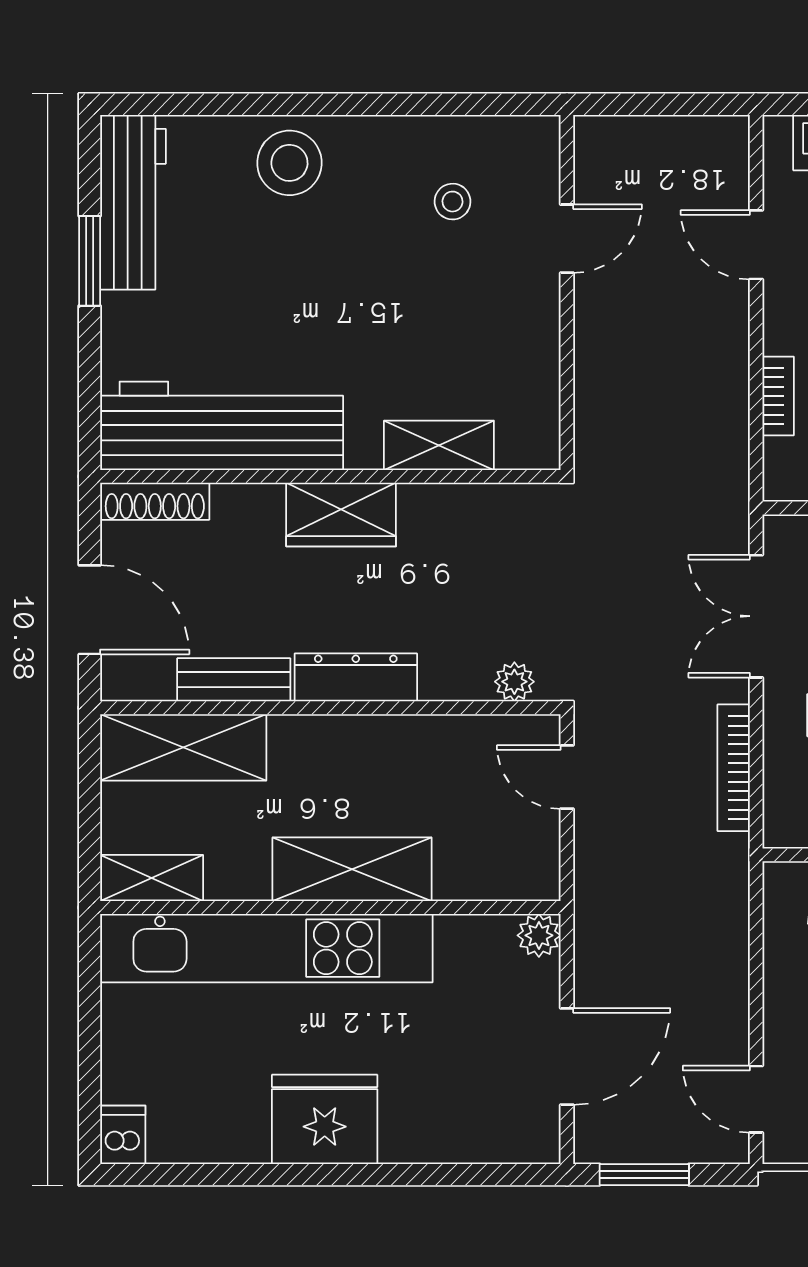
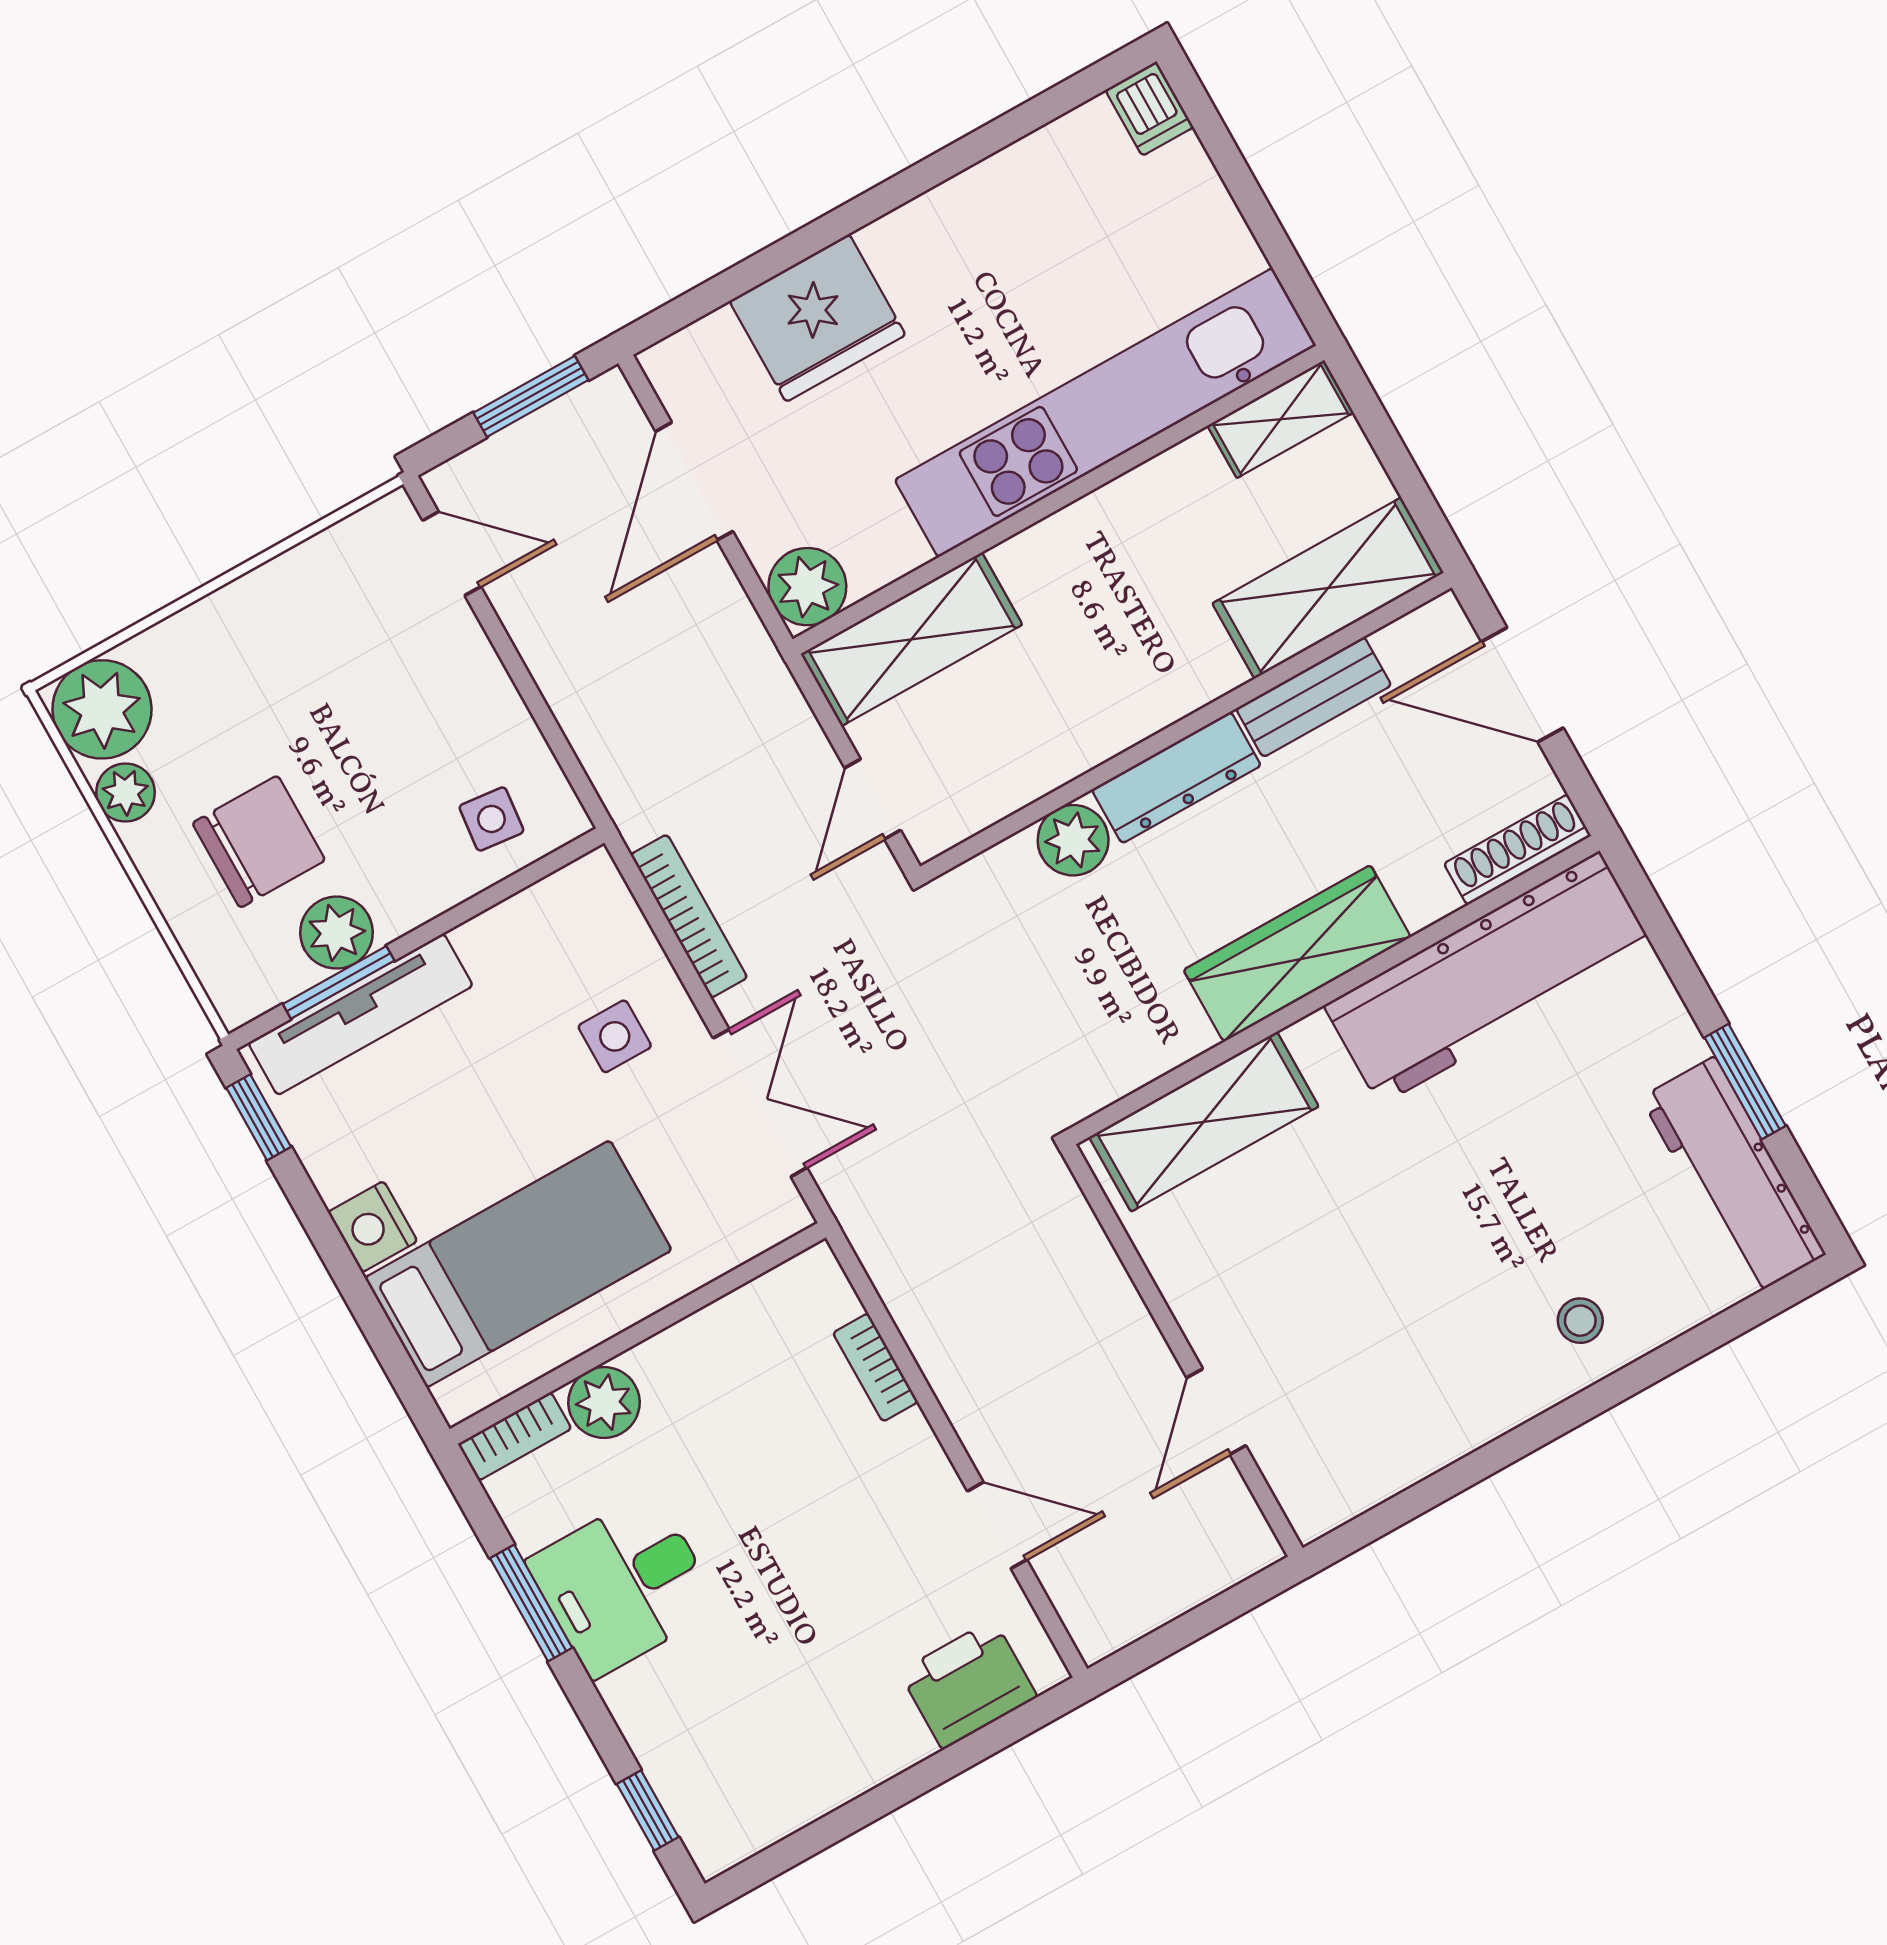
stool: (289, 163) -> (1580, 1321), width x0.53, depth x0.53
stool: (452, 202) -> (1370, 1381), removed
shelving: (439, 445) -> (1204, 1122), width x1.50, depth x1.33
wardrobe: (341, 515) -> (1297, 953), width x1.50
plant: (514, 682) -> (1073, 840), moved, width x1.38, depth x1.38
door: (567, 777) -> (873, 799), swing flipped
shelving: (352, 869) -> (911, 639), moved
plant: (539, 935) -> (807, 587), width x1.38, depth x1.38
fridge: (325, 1119) -> (817, 318), moved

